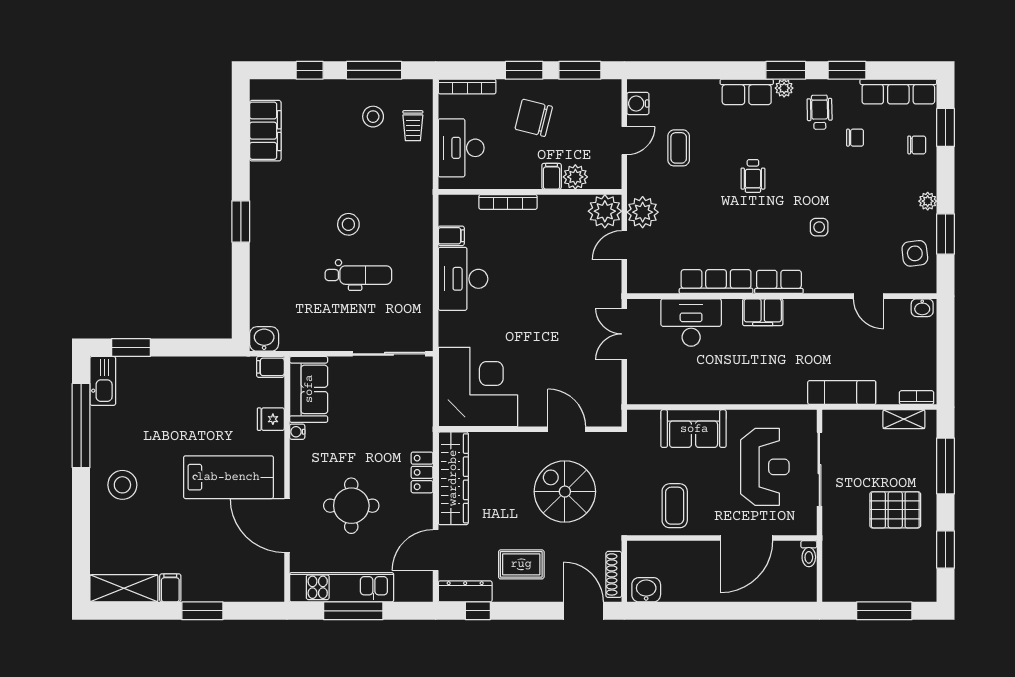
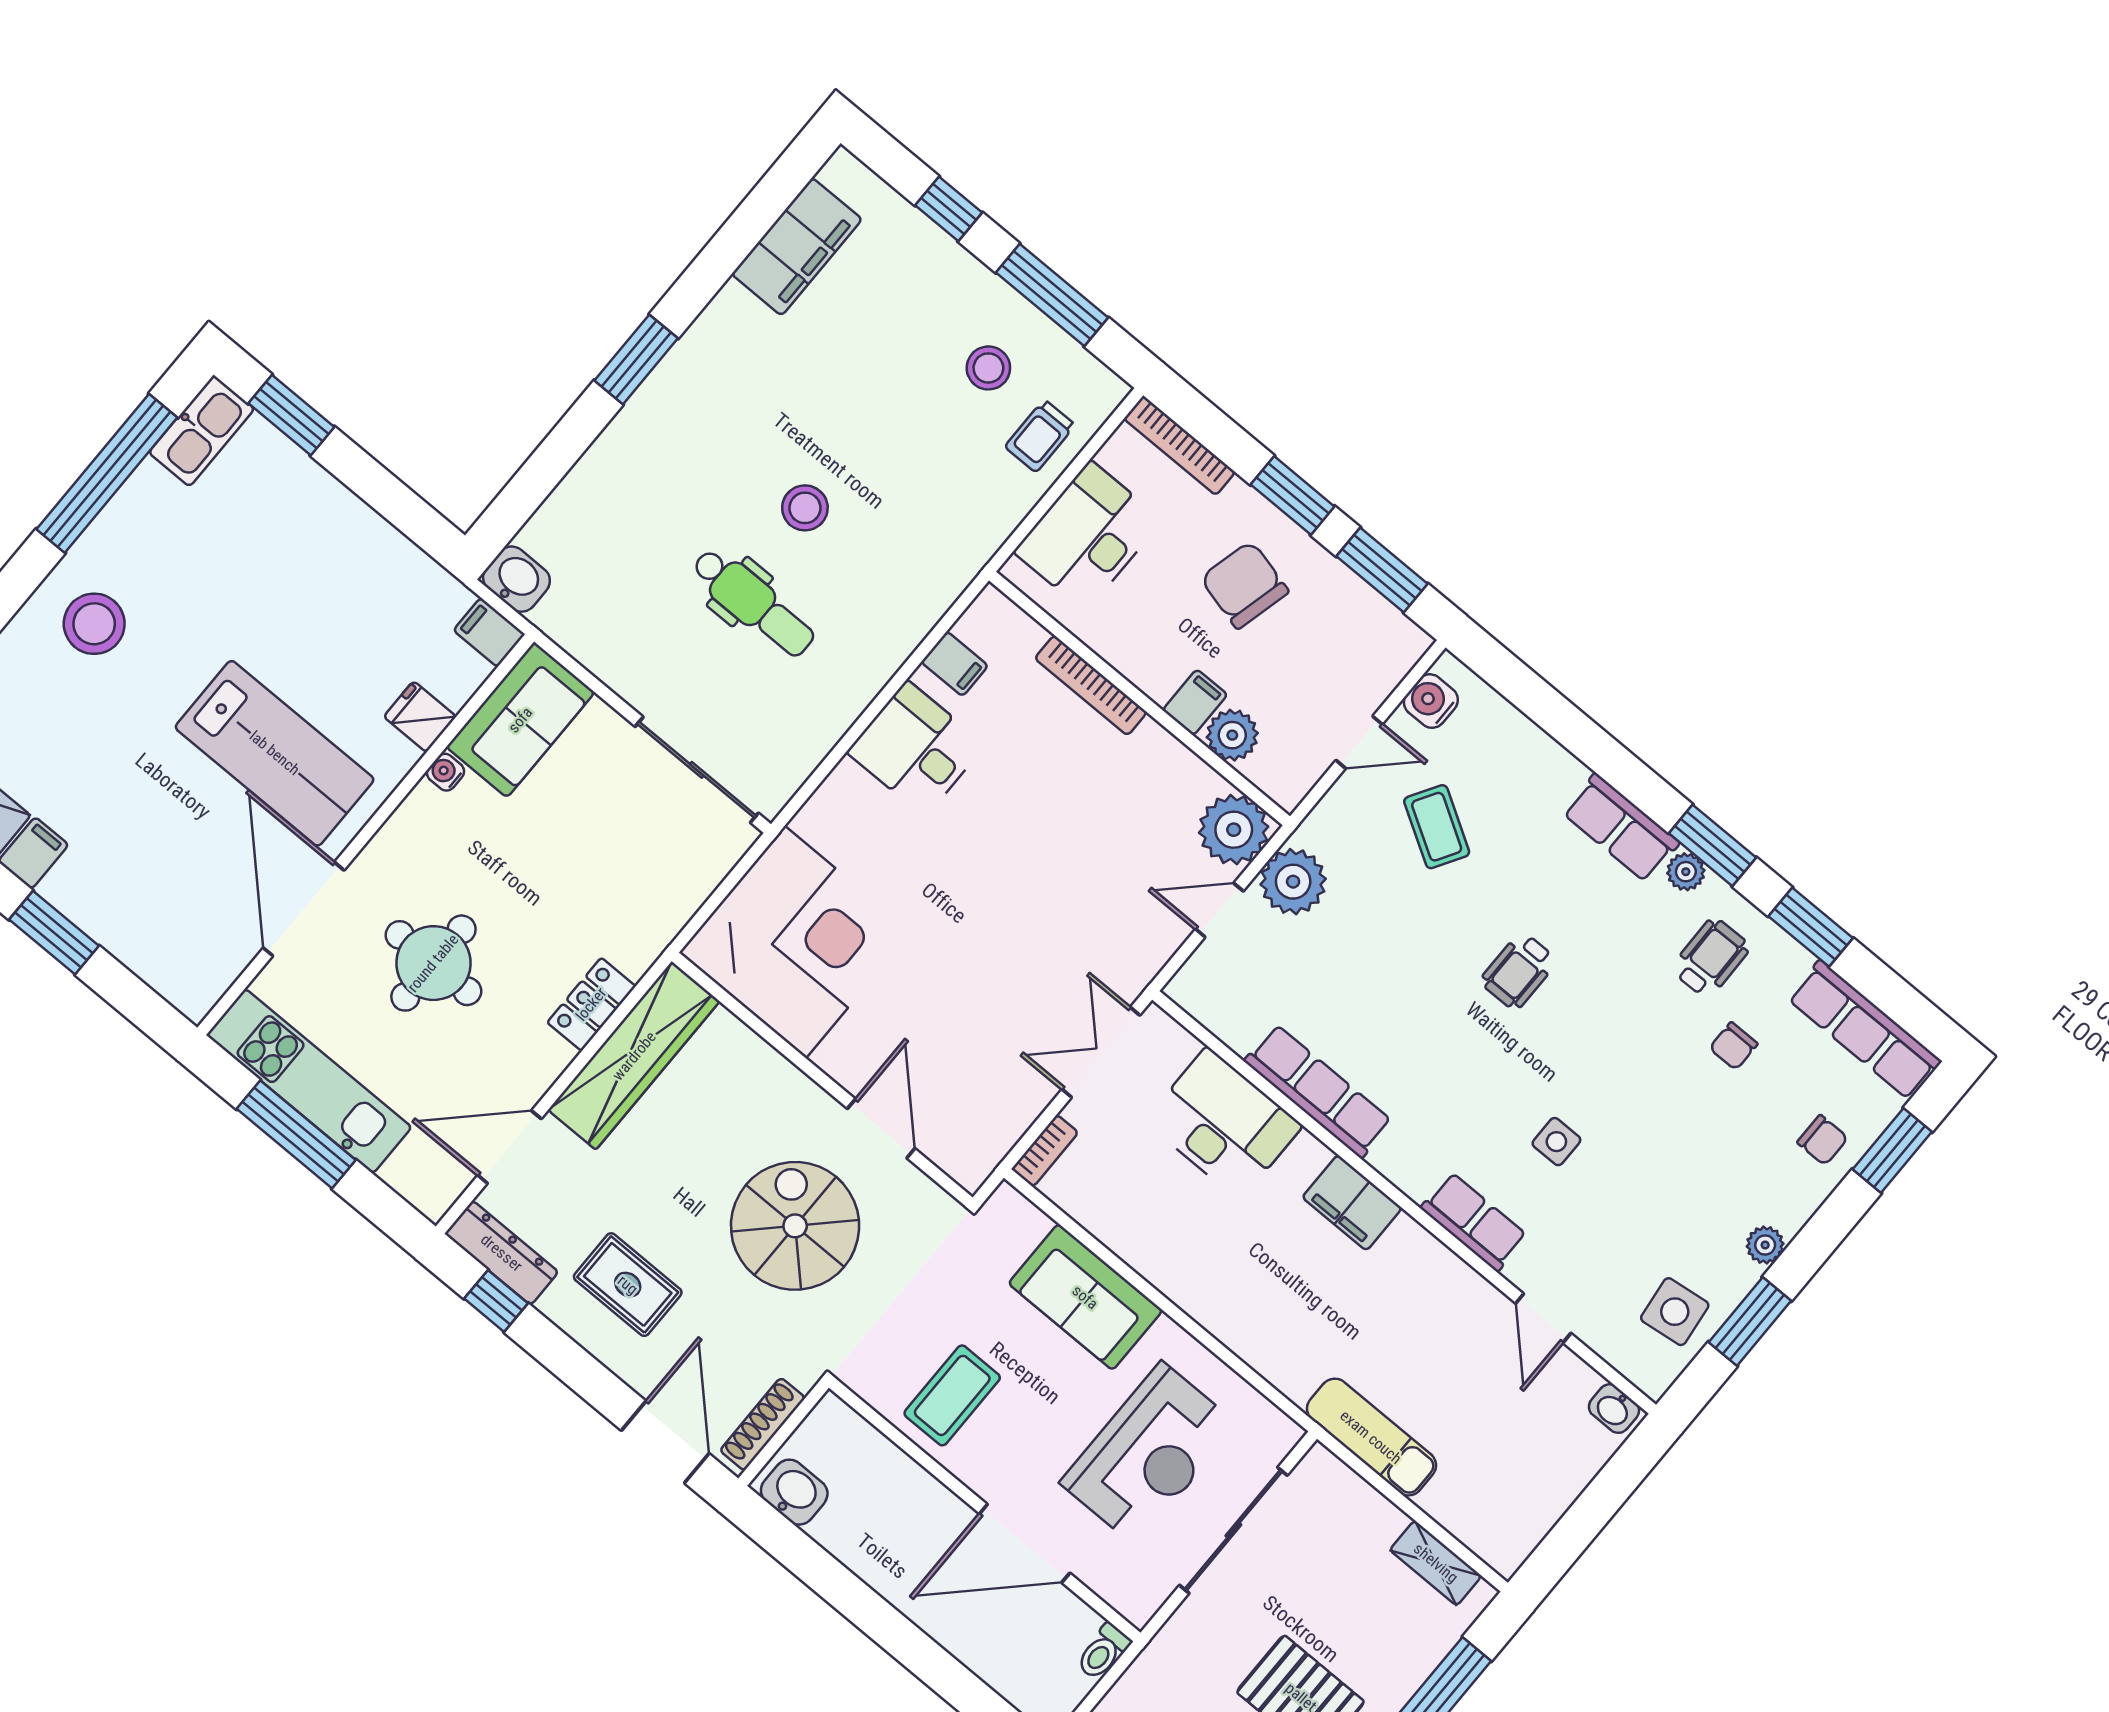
chair: (855, 138) -> (1734, 1046), turned 90
coffee table: (679, 148) -> (1437, 827), turned -59
desk: (463, 279) -> (916, 749), width x0.73
row of seats: (779, 282) -> (1474, 1222), moved
bookcase: (917, 398) -> (1045, 1151), moved, turned 90

